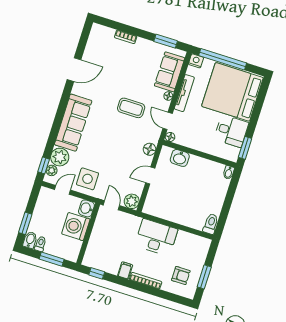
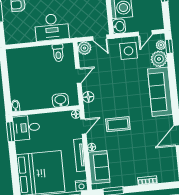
door: (168, 121) -> (83, 126), hinge flipped
desk: (231, 131) -> (26, 128), moved
toilet: (211, 224) -> (58, 53), moved

